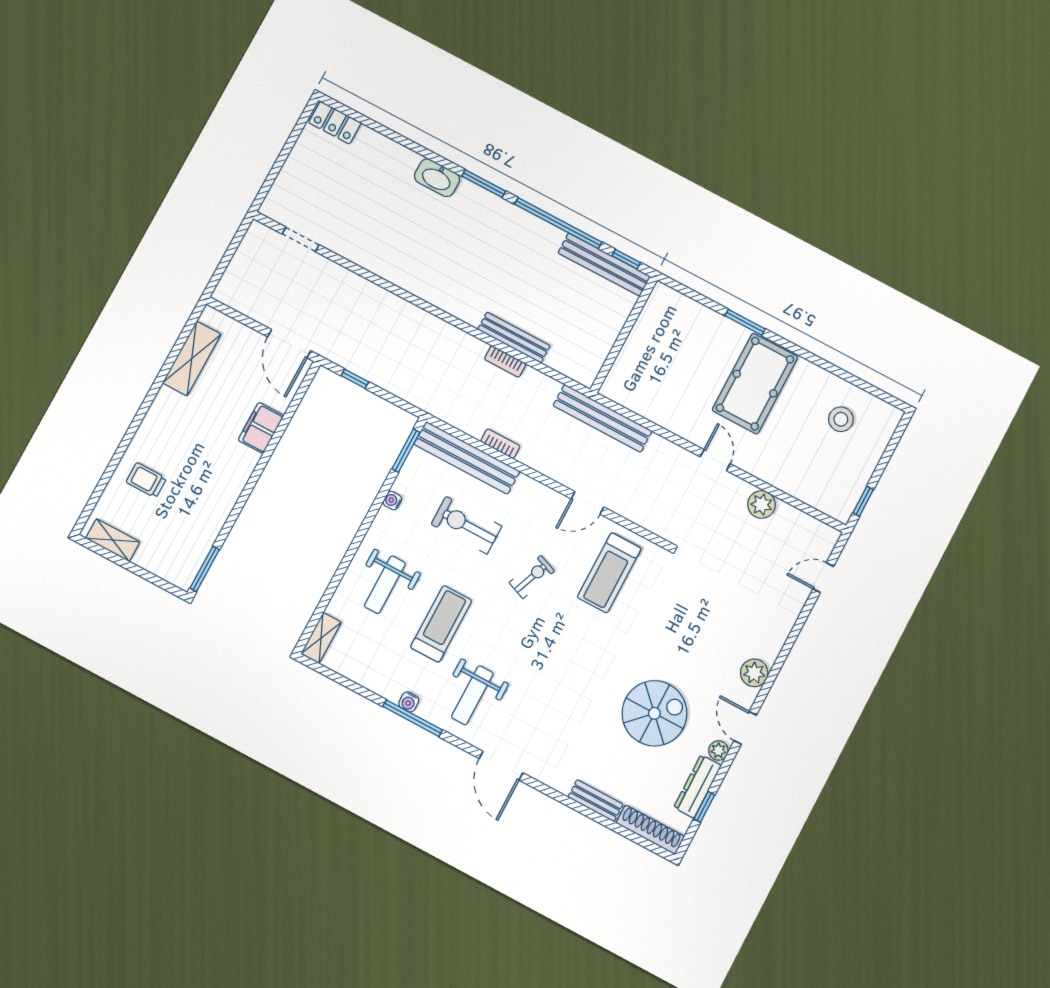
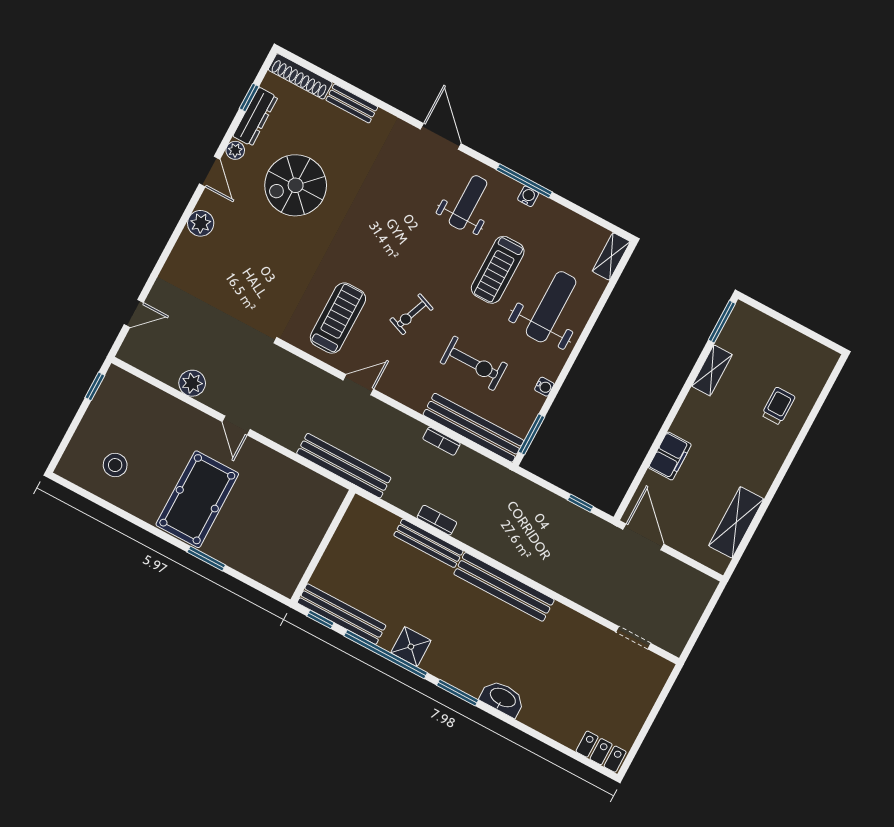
shower: (532, 231) -> (411, 647), added
bench: (435, 292) -> (504, 587), added
trolley: (146, 480) -> (778, 406), turned -90
shelving: (113, 540) -> (712, 370), moved, turned 90
weight bench: (385, 585) -> (551, 307), width x1.36, depth x1.33

